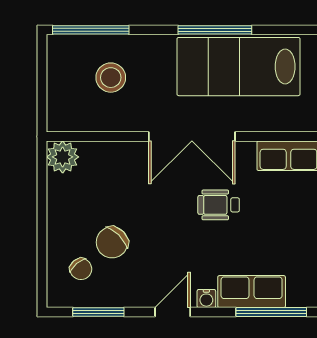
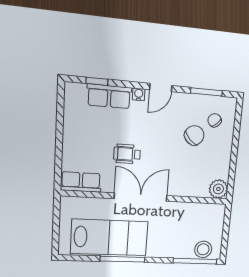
stool: (111, 78) -> (203, 249), moved
wheelchair: (219, 205) -> (127, 154), turned 180
window: (271, 312) -> (97, 81), width x0.46

